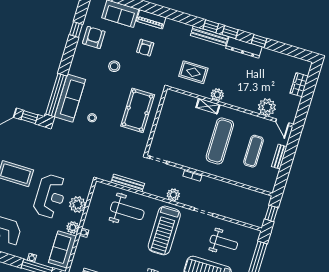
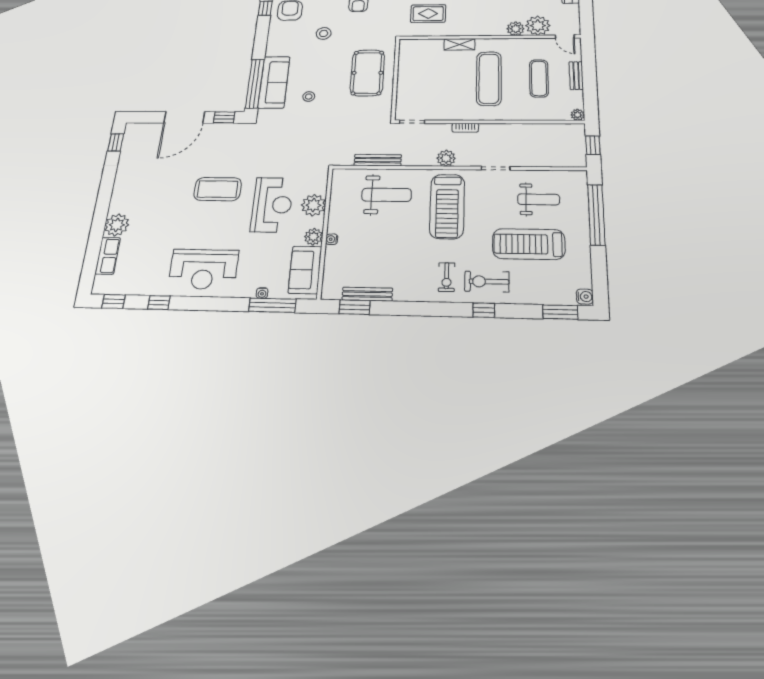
plant: (217, 95) -> (516, 29), moved
plant: (270, 188) -> (578, 115), added

